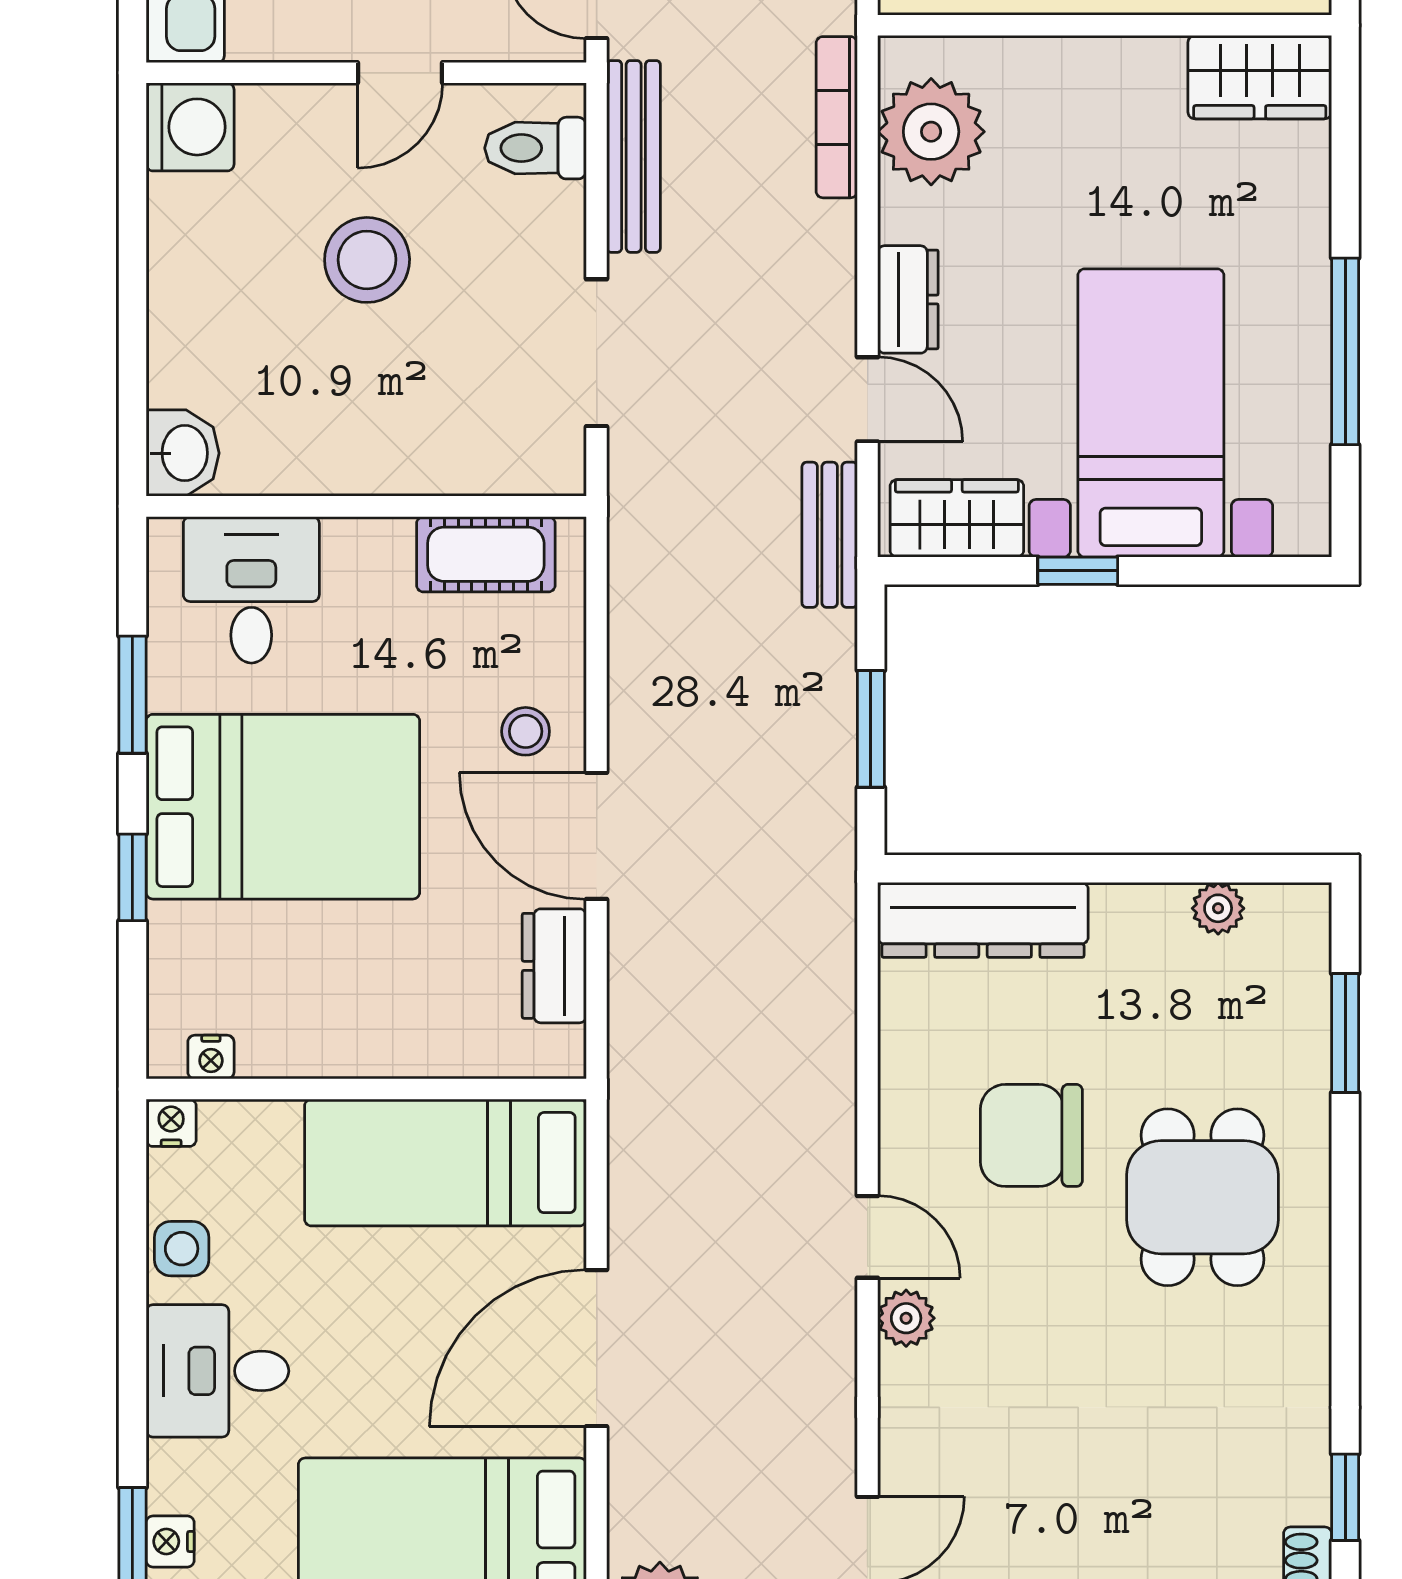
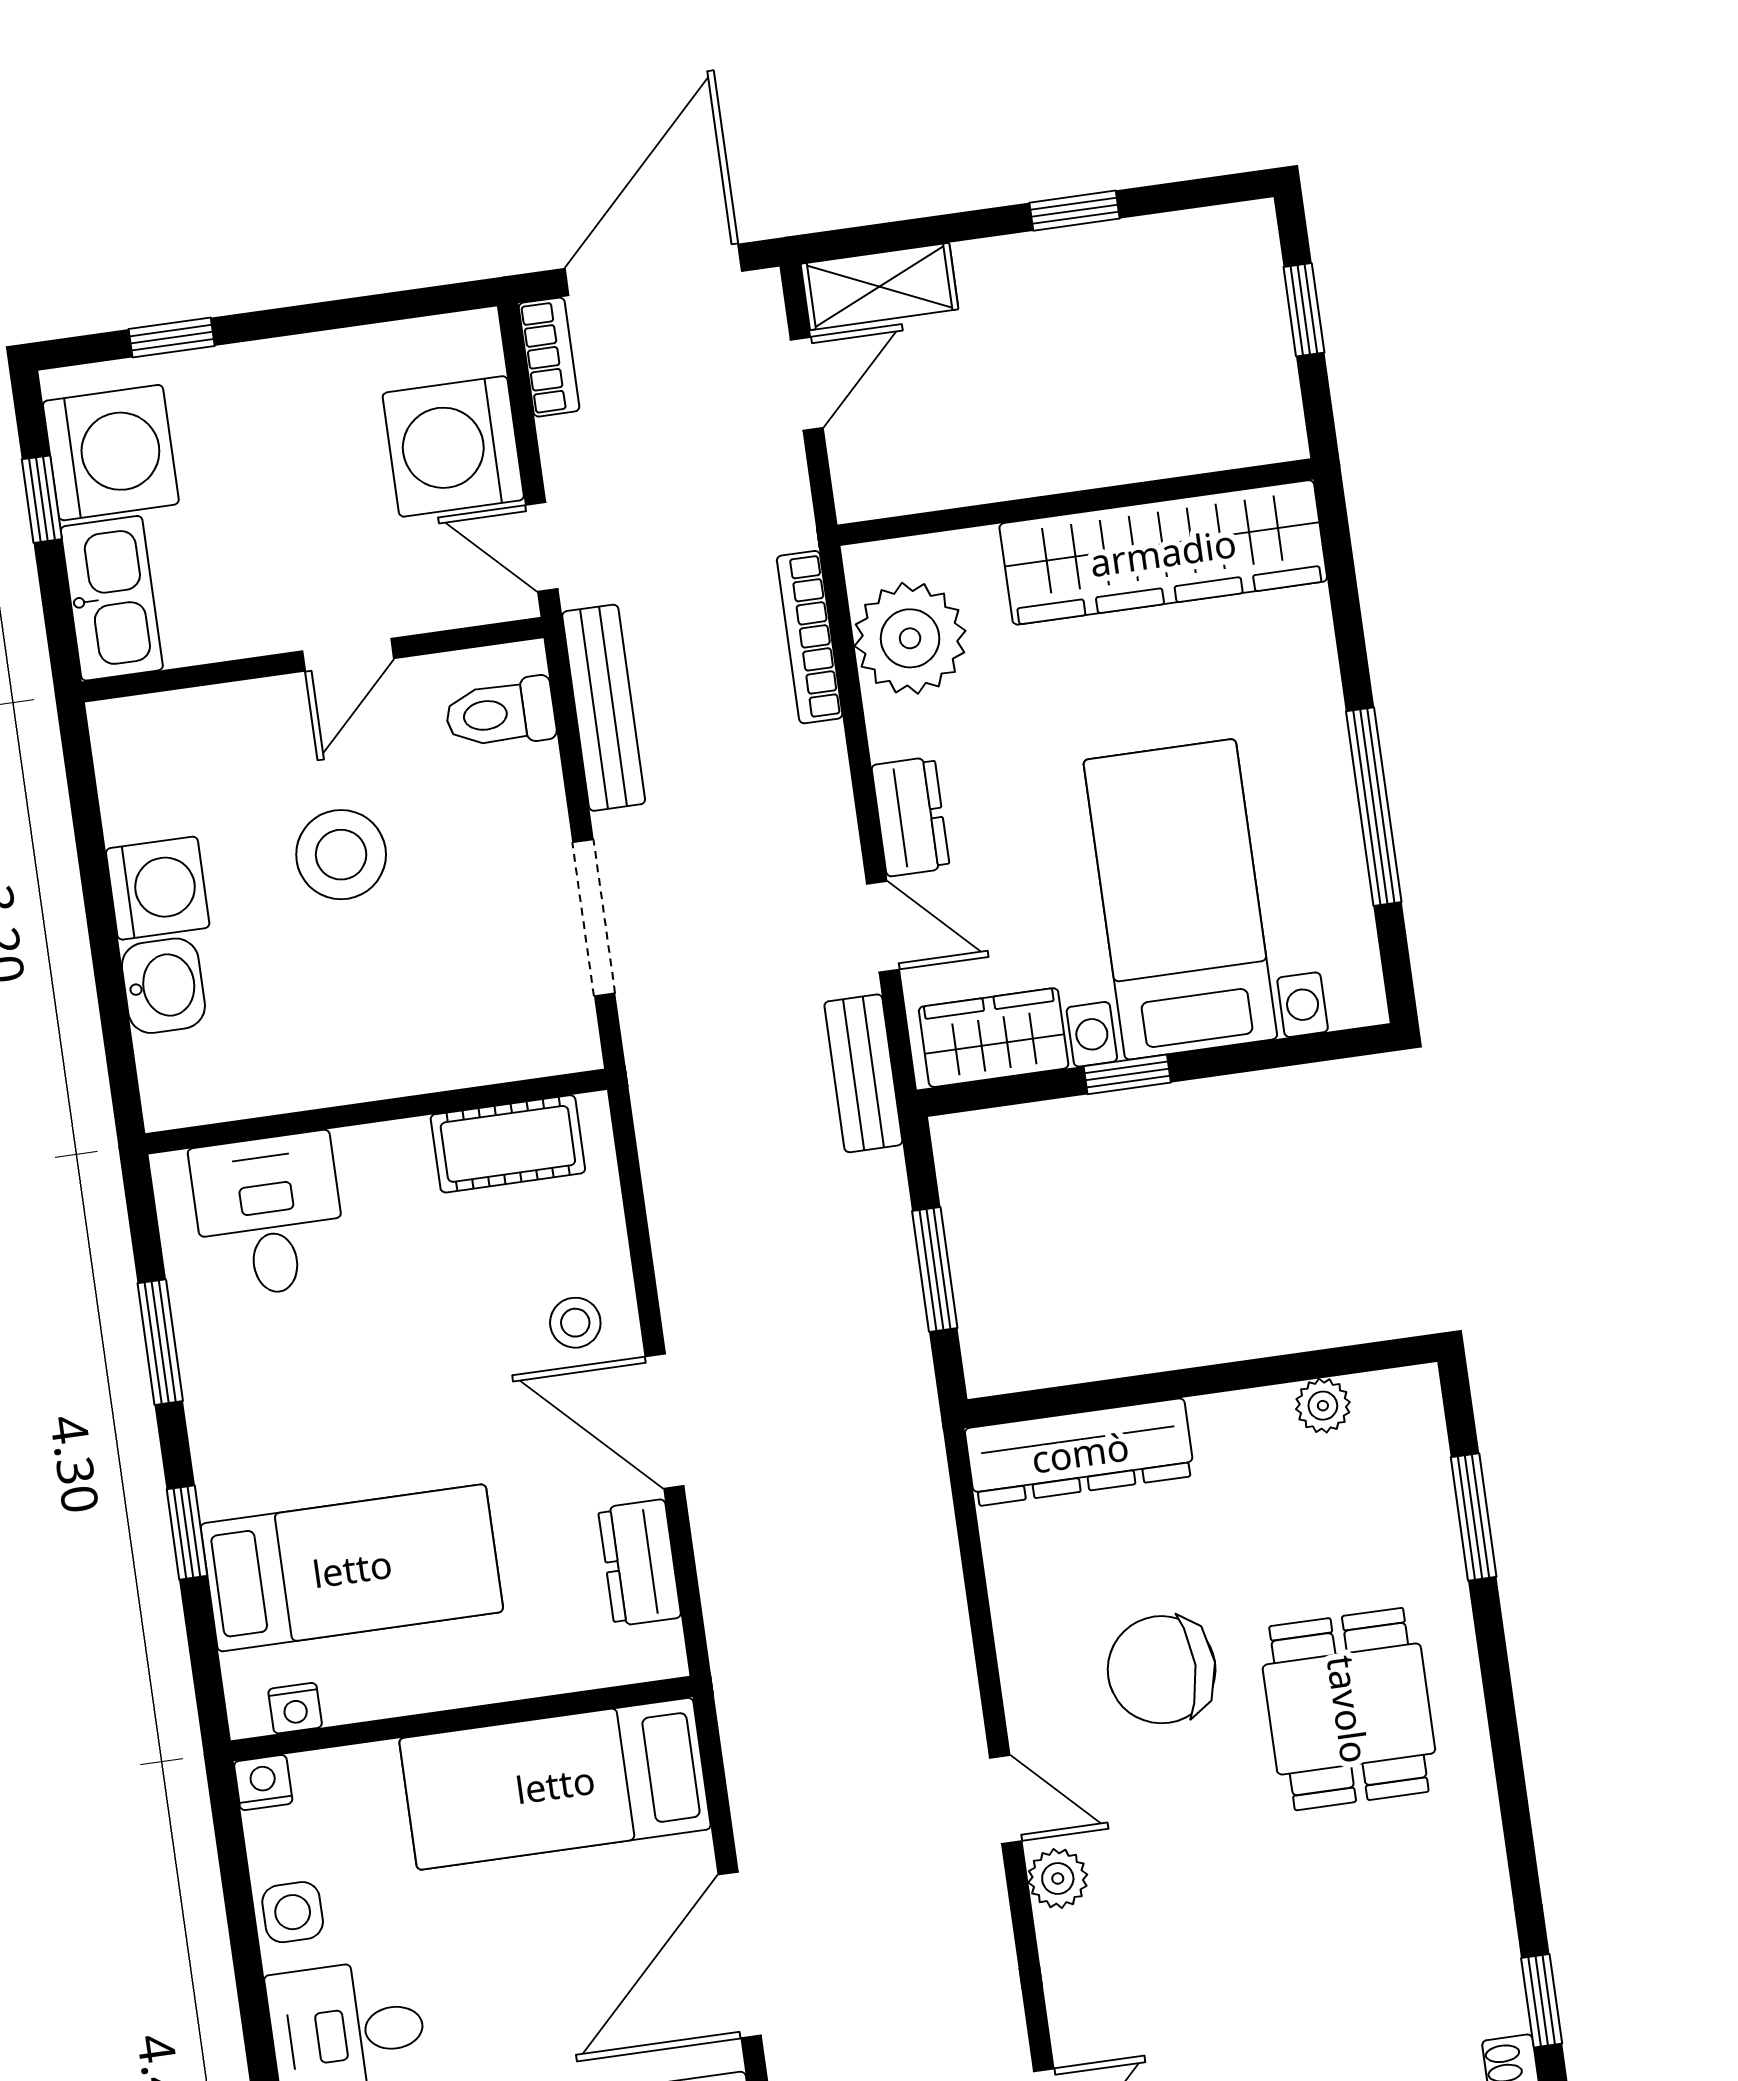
wardrobe: (1260, 77) -> (1163, 552), width x2.10, depth x1.17
washing machine: (190, 127) -> (158, 888), moved
washbasin: (183, 453) -> (163, 986), moved
bed: (283, 807) -> (352, 1568), moved, width x0.67

